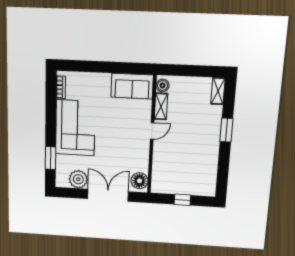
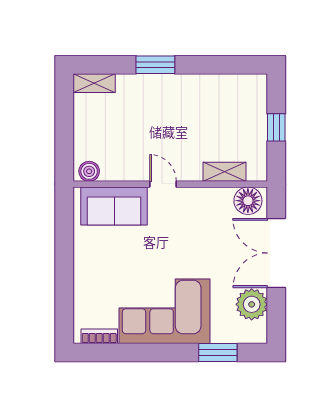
sofa: (132, 86) -> (114, 206), moved, turned 90
shelving: (161, 106) -> (225, 172), moved

